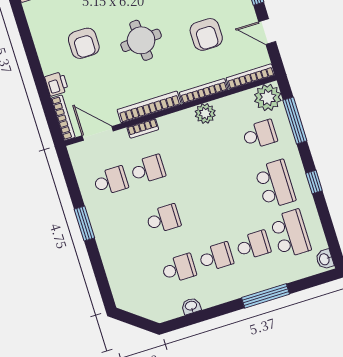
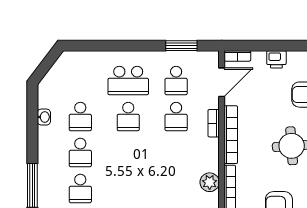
bookcase: (63, 118) -> (237, 56), width x0.64
window: (84, 224) -> (181, 46), moved
school desk: (126, 230) -> (128, 81), added

